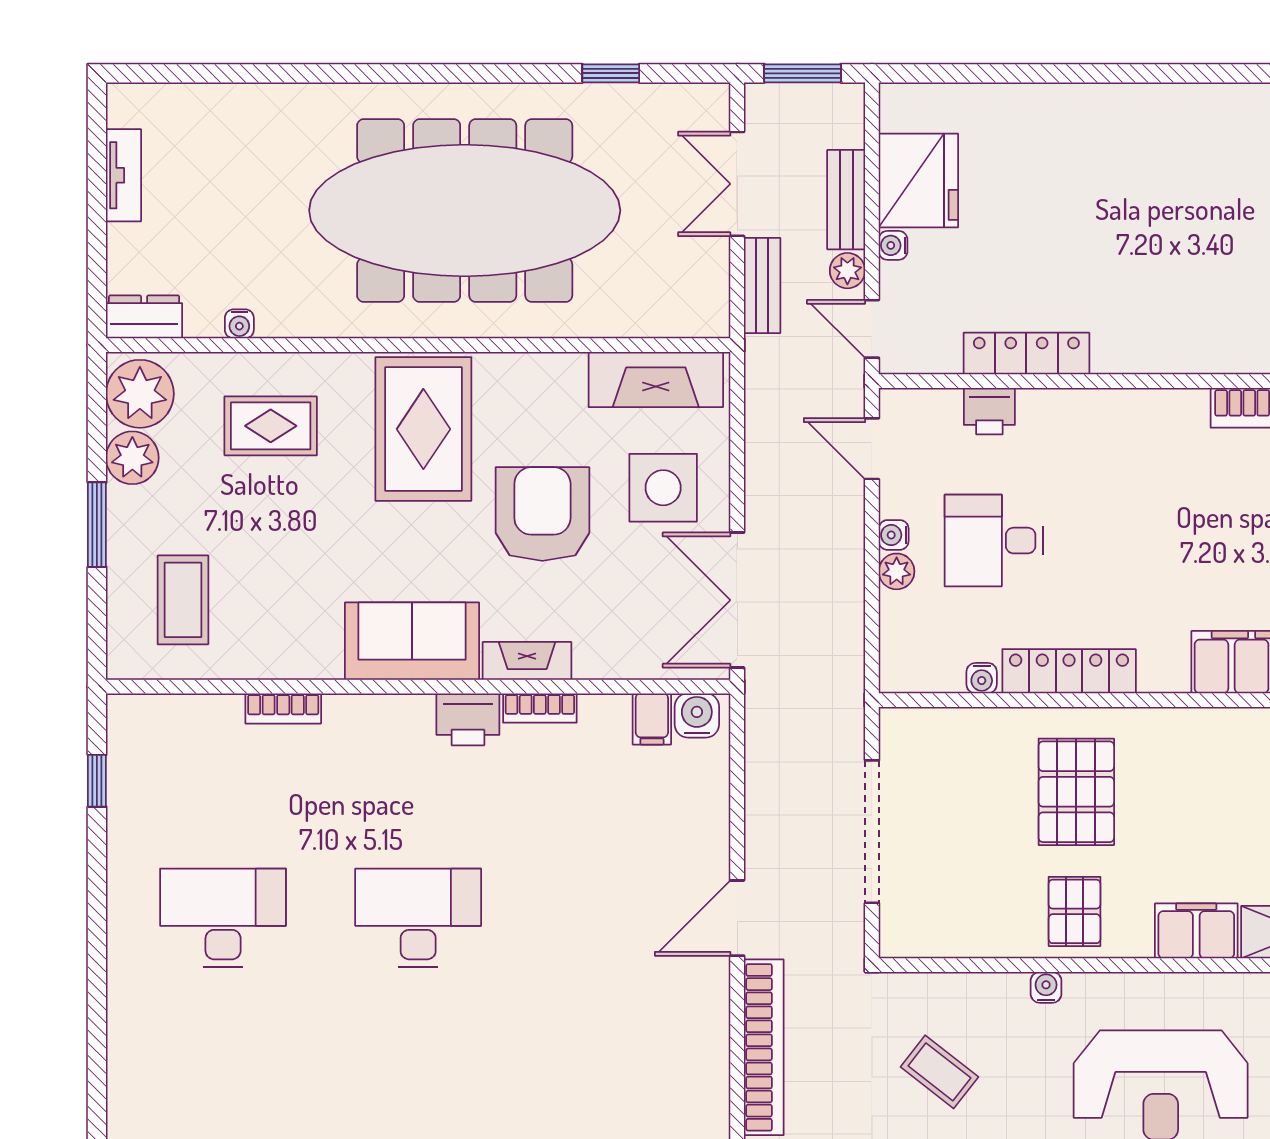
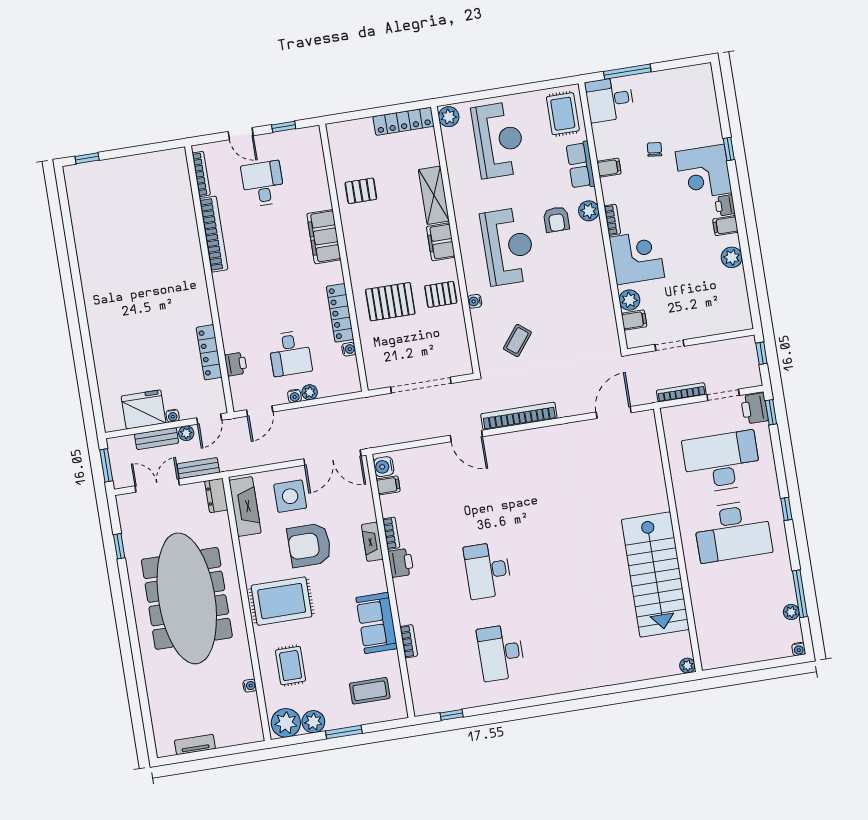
double door: (737, 184) -> (157, 486), swing flipped
dresser: (144, 317) -> (216, 495), moved
sofa: (412, 641) -> (377, 623), moved

